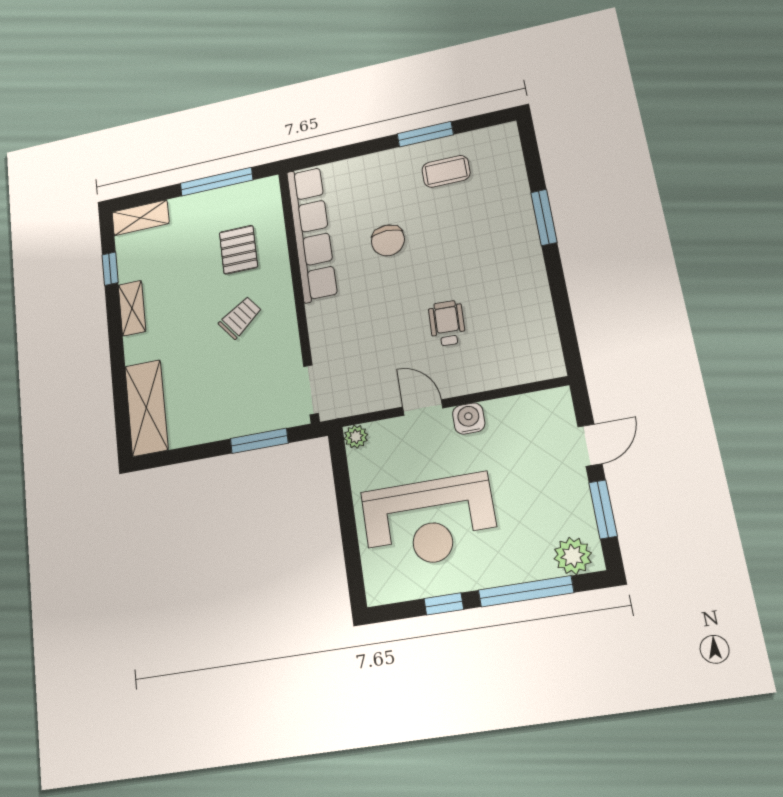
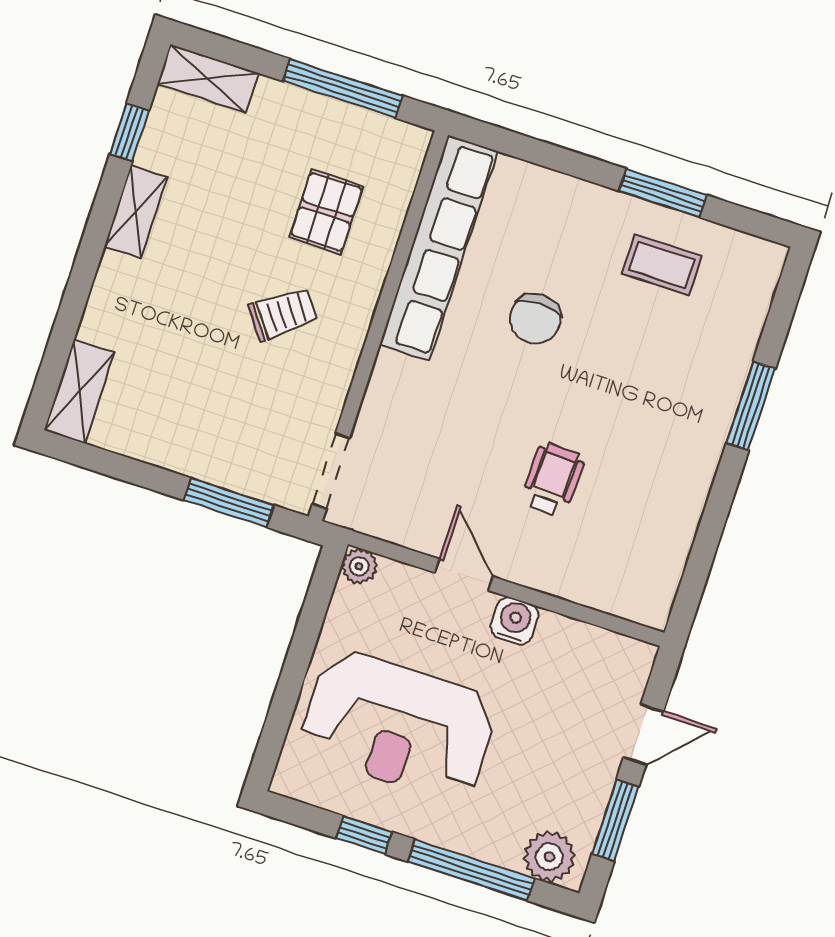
shelving: (146, 408) -> (79, 391), width x0.67, depth x0.75

